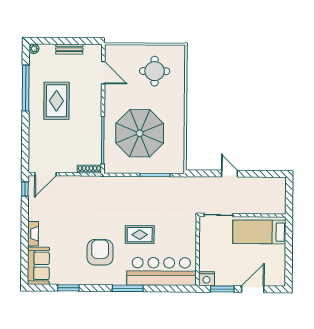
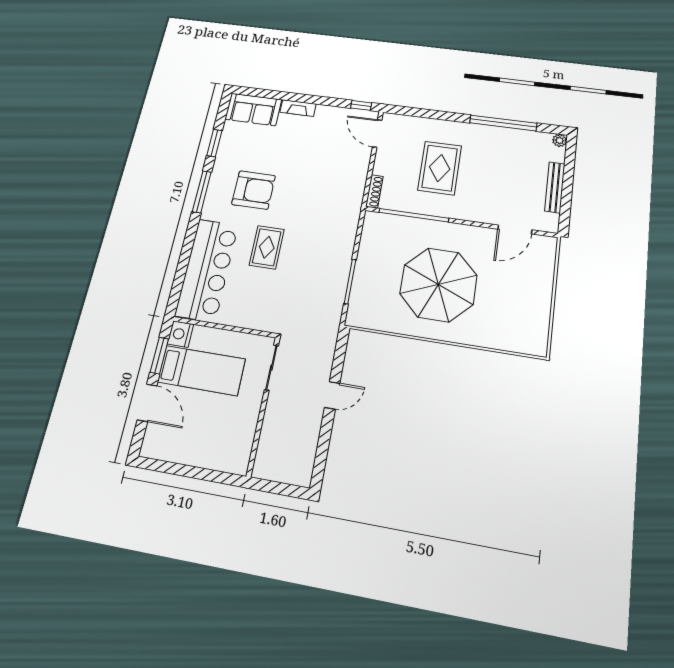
bench: (69, 49) -> (555, 187), width x1.36
round table: (155, 71) -> (509, 304), removed
rug: (56, 101) -> (440, 168), moved, turned 90
parasol: (140, 133) -> (438, 285), moved
bed: (259, 232) -> (201, 370), moved, turned 90
window: (128, 288) -> (202, 192), moved

